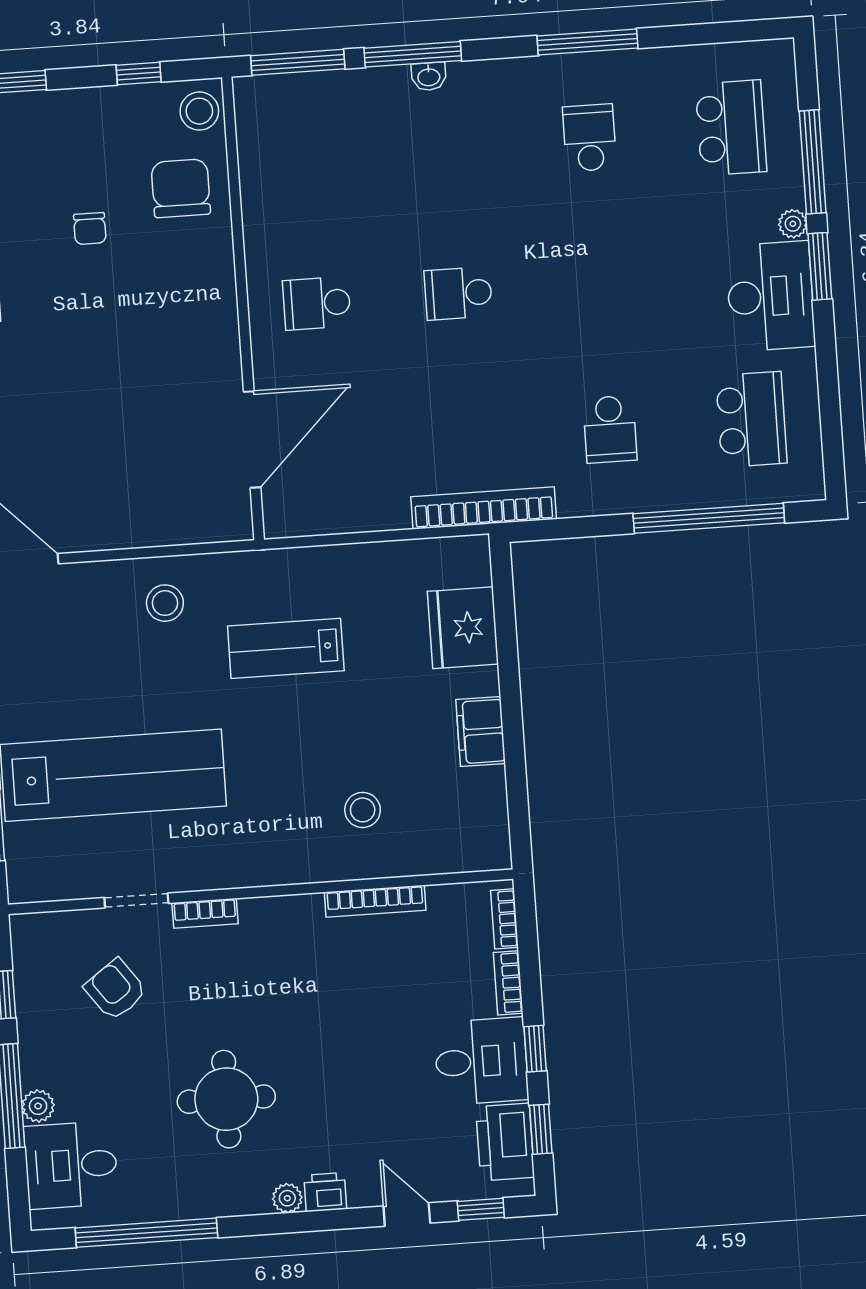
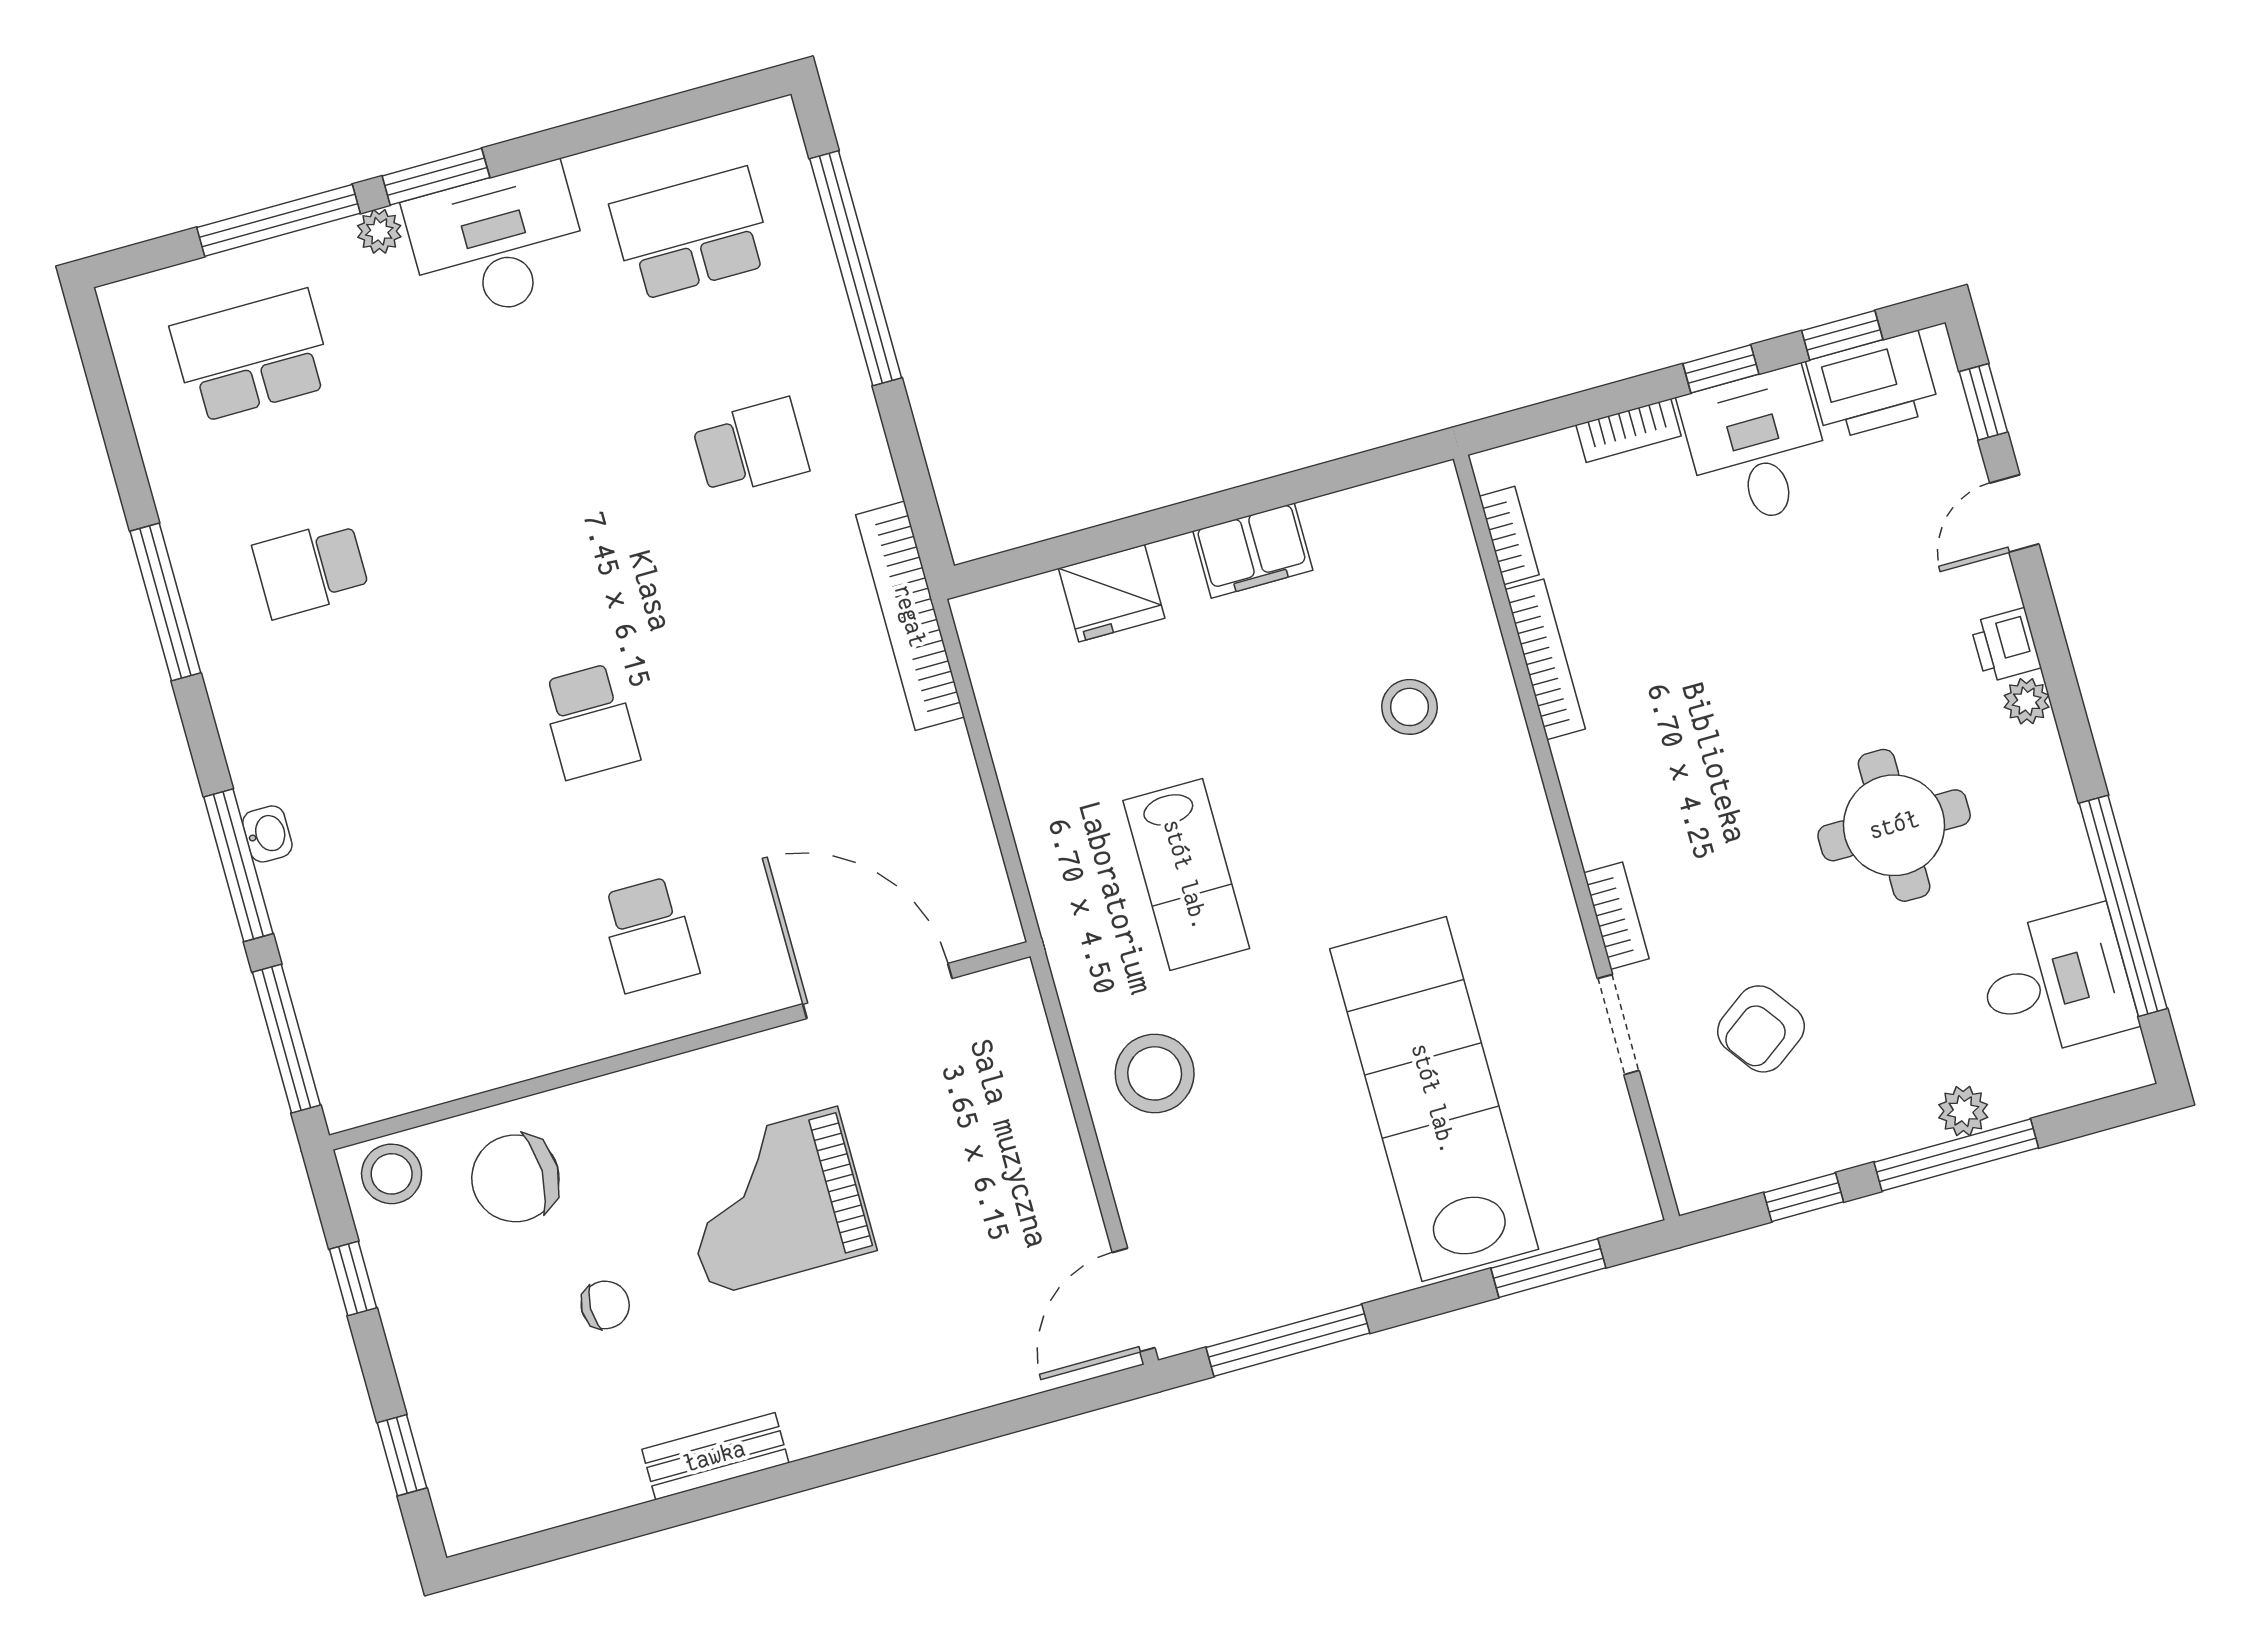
grand piano: (133, 348) -> (774, 1201), added
stool: (165, 603) -> (1155, 1073), width x1.38, depth x1.38
fridge: (463, 628) -> (1112, 593), width x0.73, depth x0.75
bookcase: (505, 919) -> (1509, 536), moved, turned -90
desk: (71, 1165) -> (2056, 982), moved, turned -90

